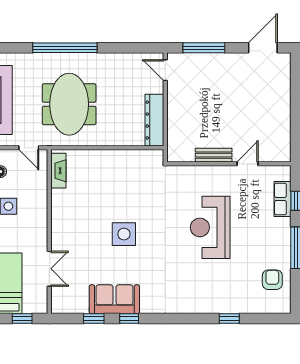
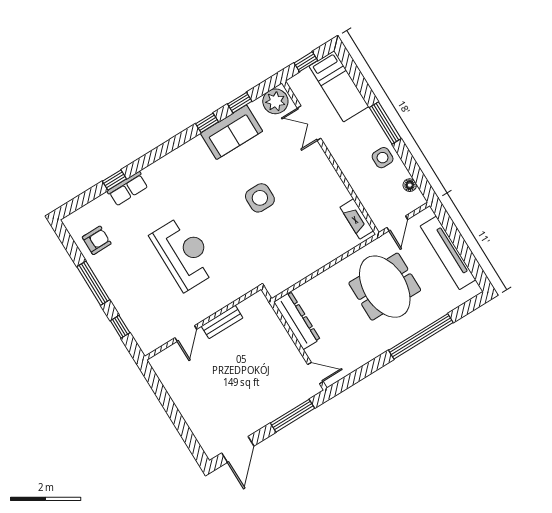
door: (29, 148) -> (397, 223), swing flipped
row of seats: (282, 199) -> (128, 189), moved, turned 90
armchair: (272, 280) -> (97, 240), turned -90
plant: (65, 302) -> (275, 101), added

